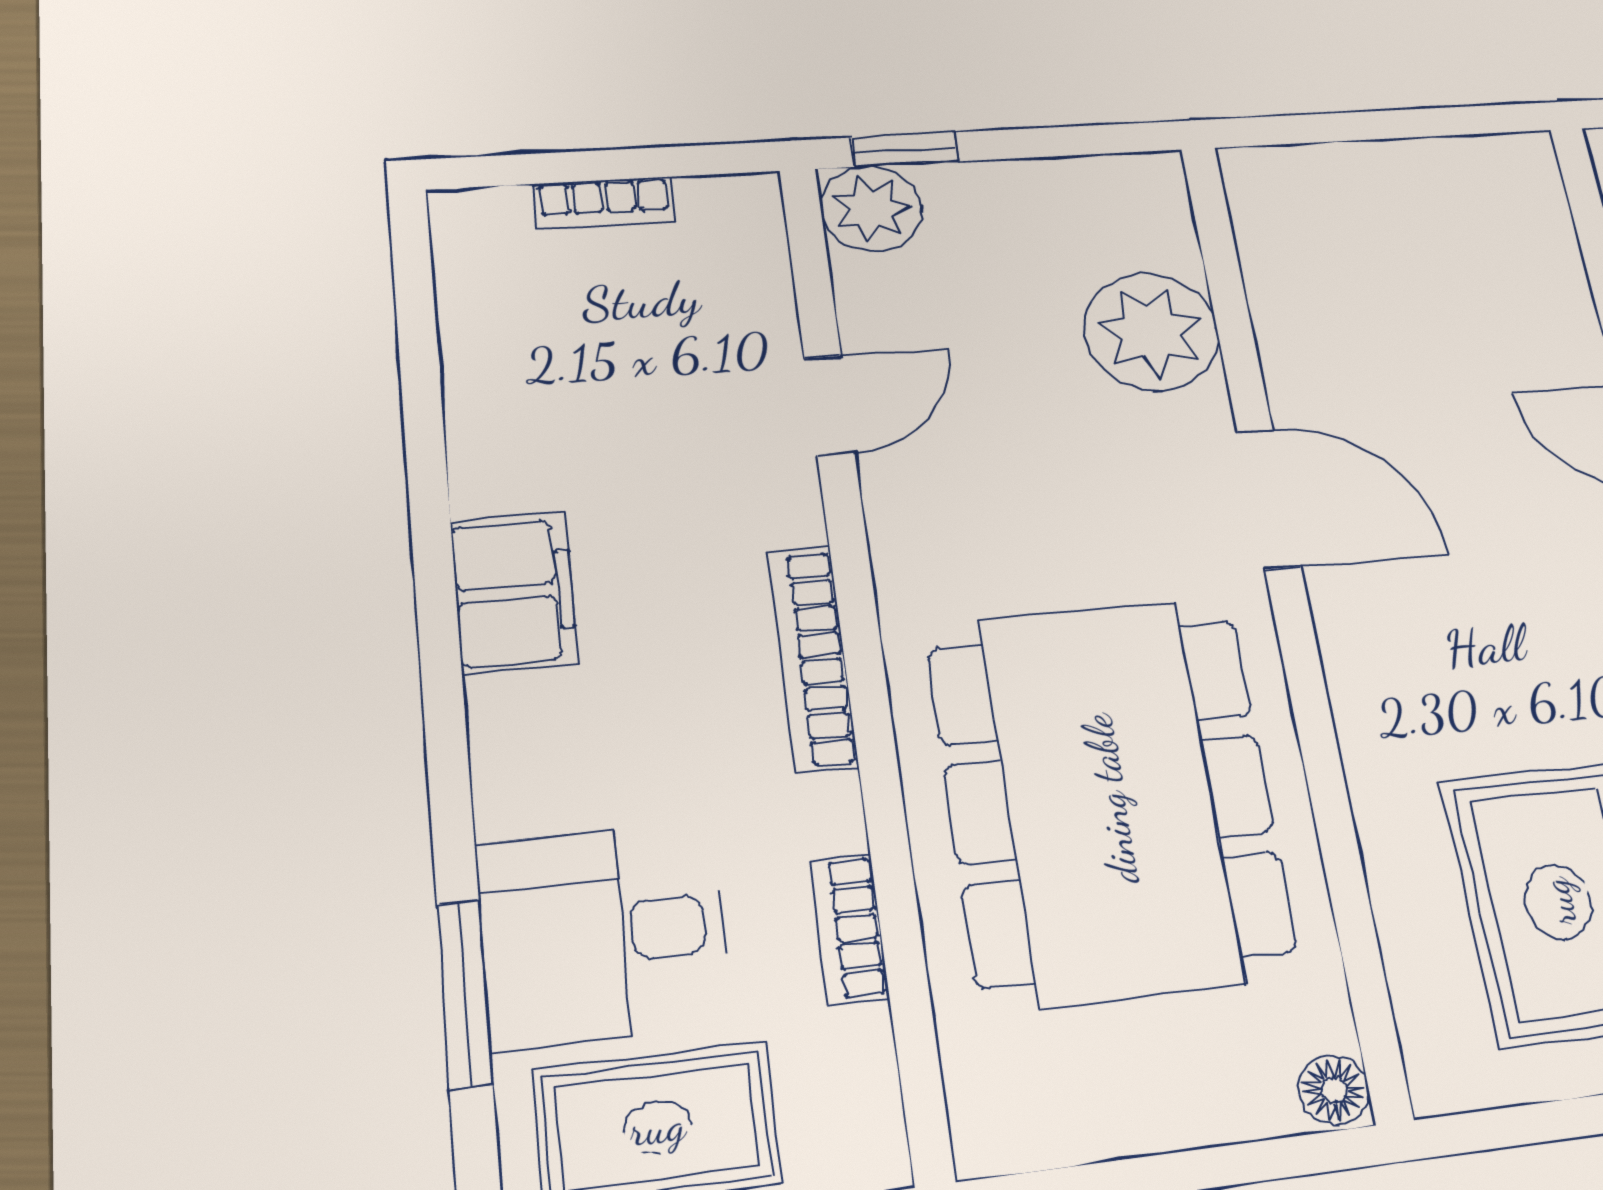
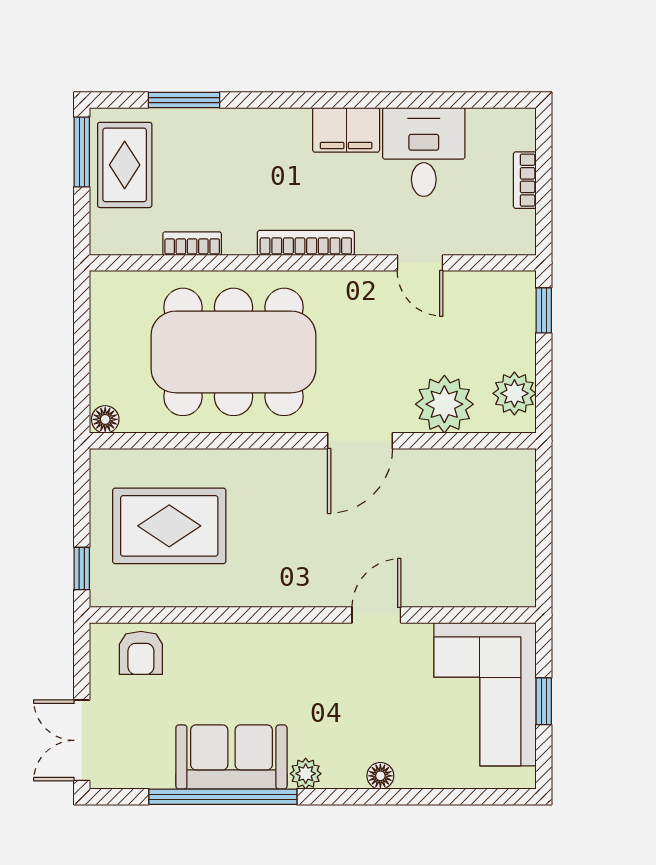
plant: (871, 209) -> (514, 393), moved
desk: (604, 934) -> (424, 152), moved

